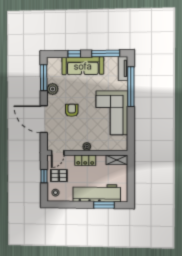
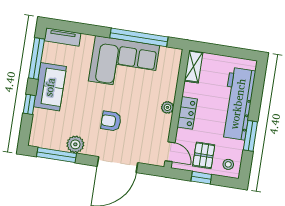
sofa: (83, 66) -> (50, 87), width x0.73
window: (131, 87) -> (139, 37), moved
window: (104, 205) -> (250, 136), moved

